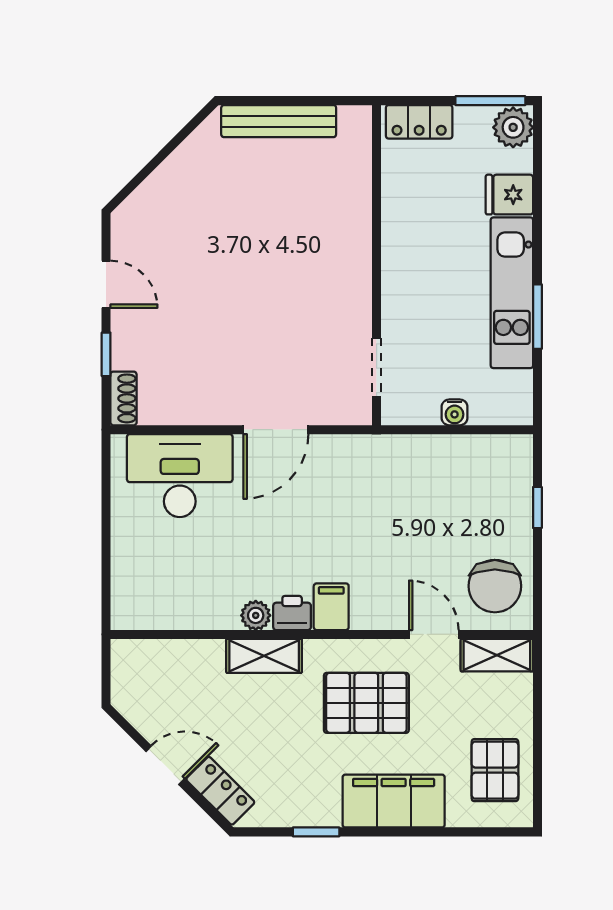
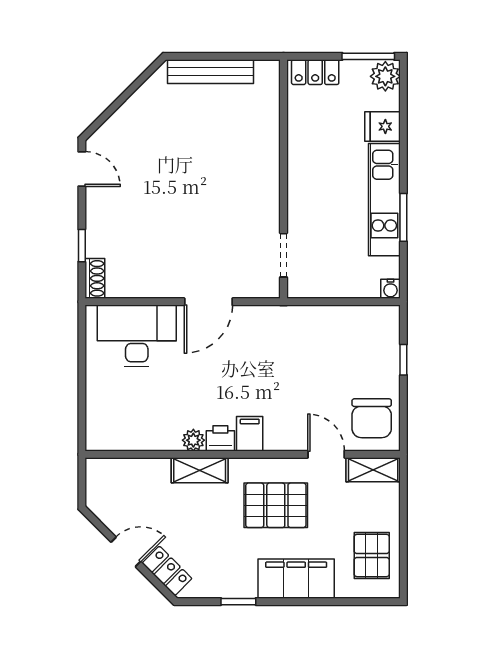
door: (106, 284) -> (82, 169), moved
water cooler: (455, 412) -> (391, 289), moved

